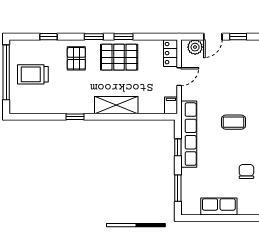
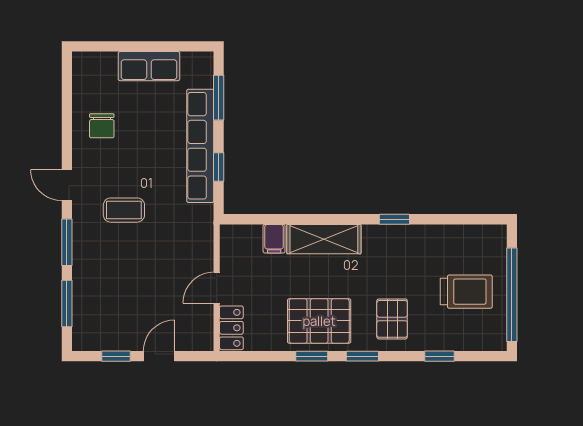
plant: (195, 47) -> (190, 338), removed
filing cabinet: (171, 105) -> (274, 239), moved
row of seats: (189, 134) -> (200, 146), moved

